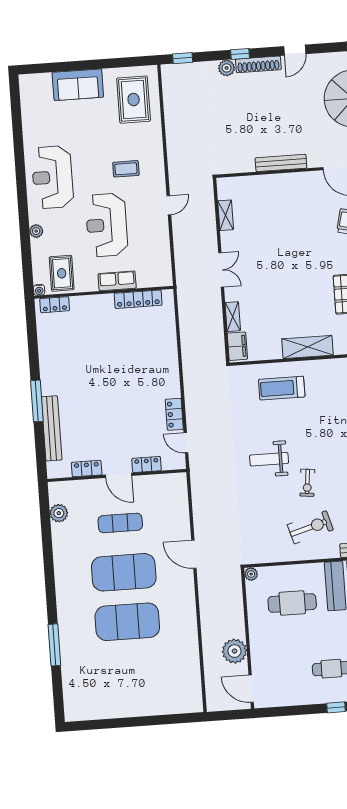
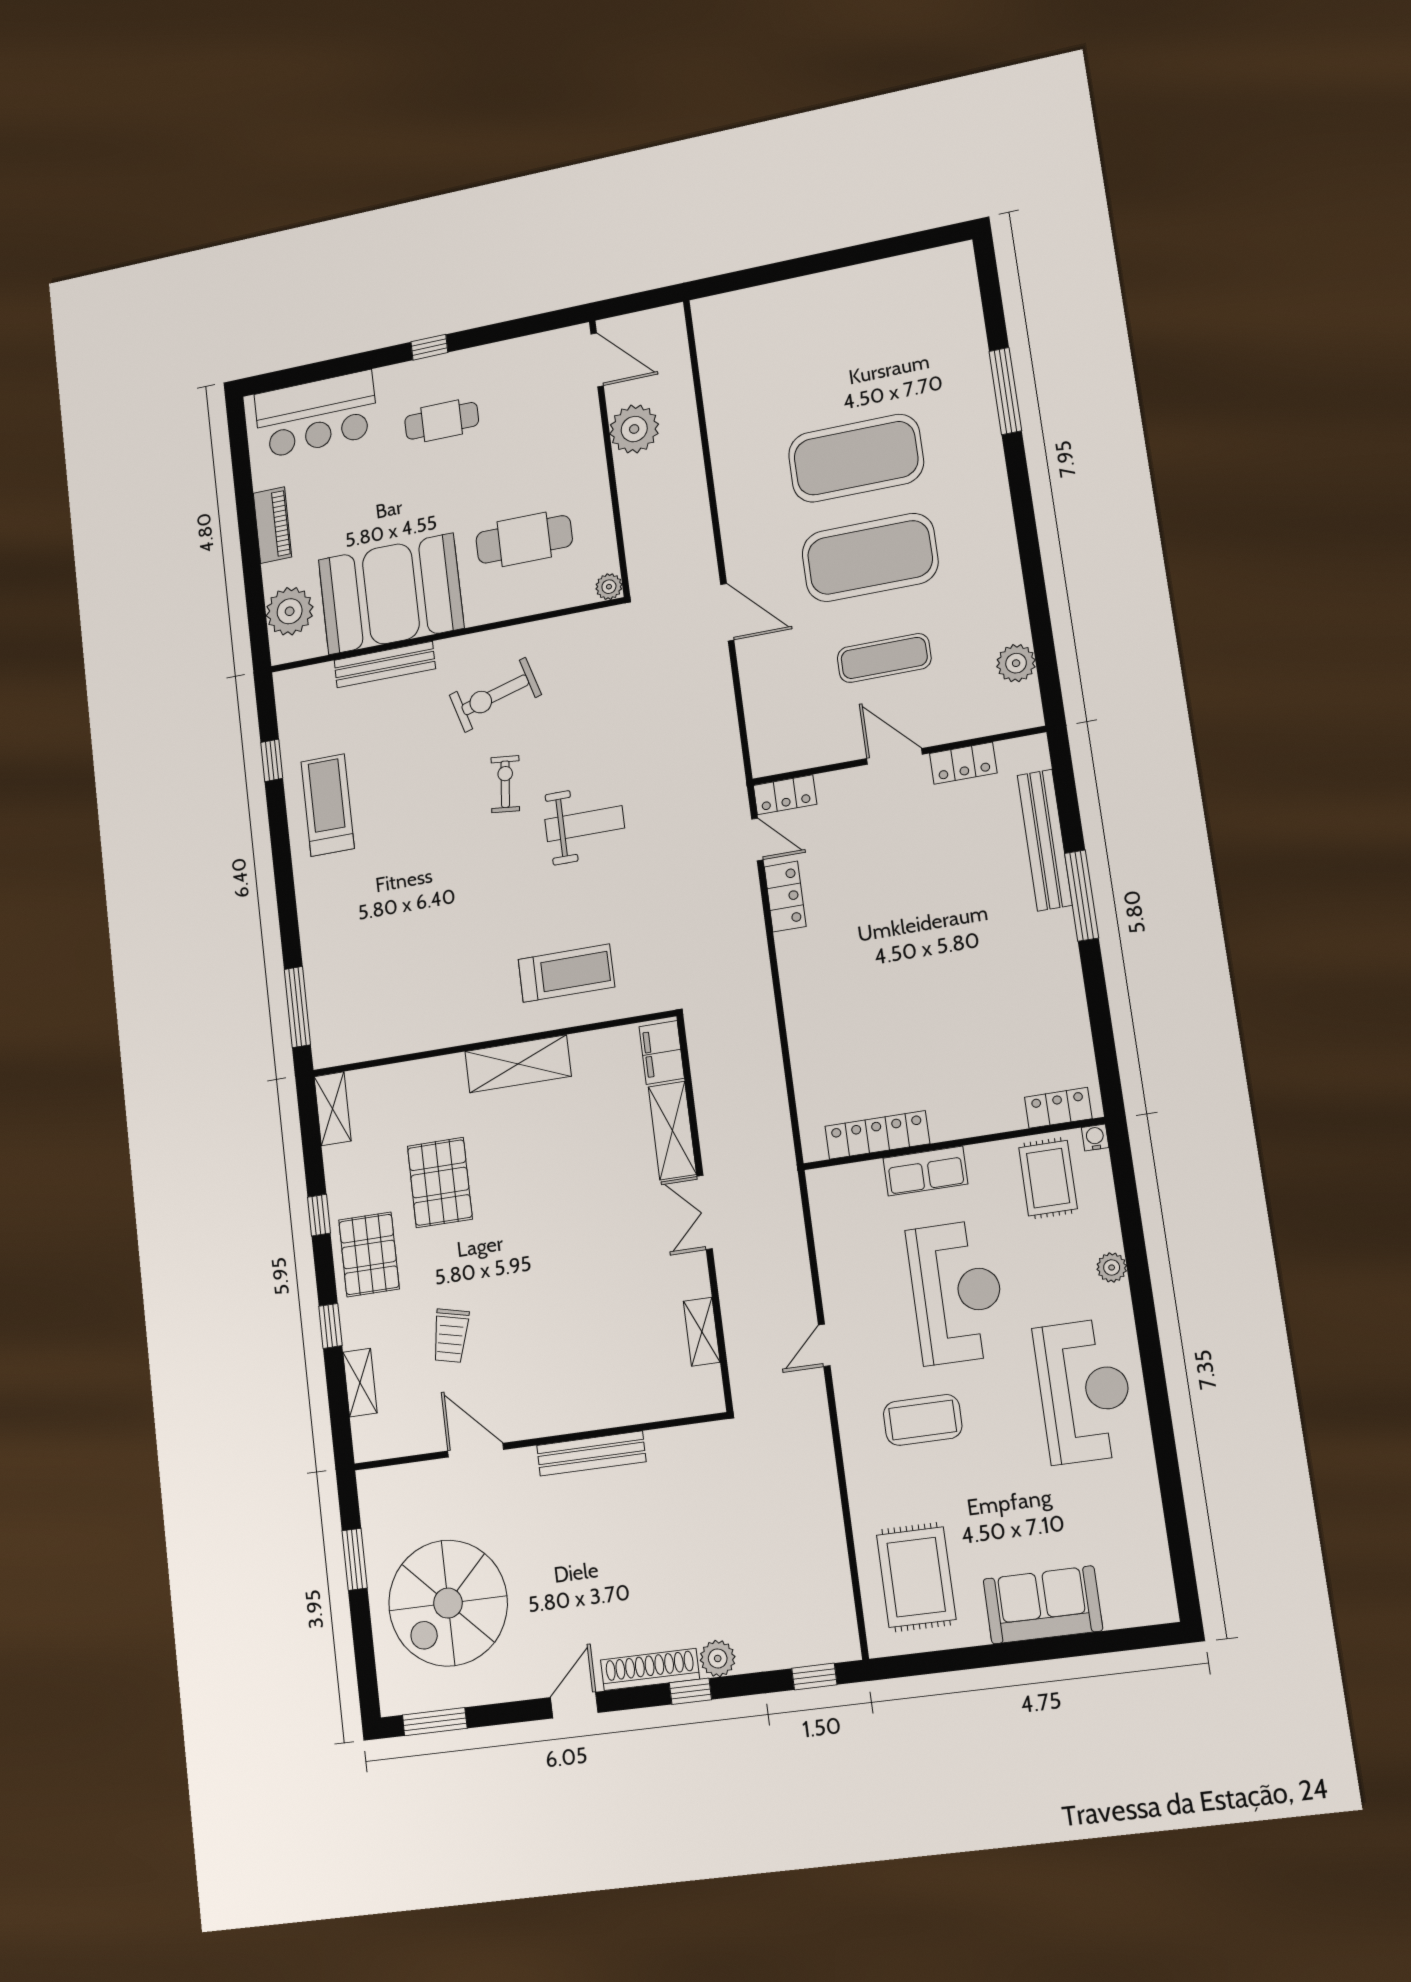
coffee table: (126, 169) -> (923, 1420), width x1.36, depth x1.30
shelving: (233, 317) -> (672, 1131), width x1.50, depth x1.33
locker: (147, 465) -> (785, 795), moved

